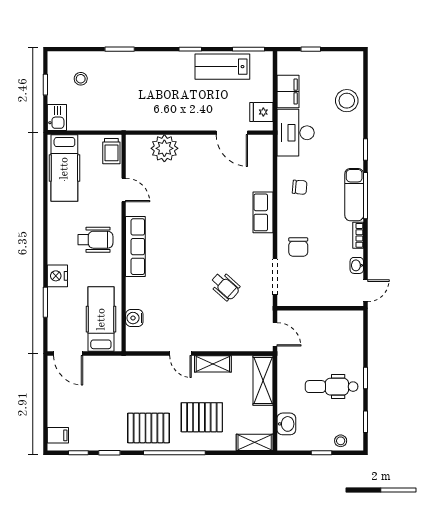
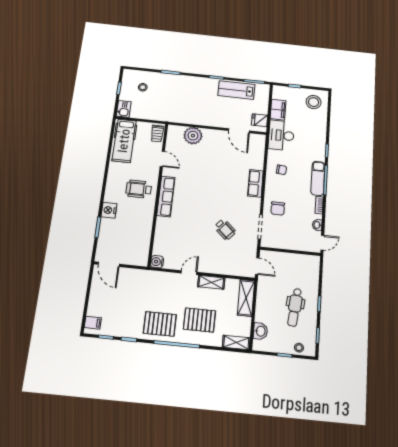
stool: (347, 101) -> (314, 102), moved
wheelchair: (95, 240) -> (139, 189), turned 180
water cooler: (134, 318) -> (157, 262), moved
hospital bed: (101, 319) -> (135, 243), removed
door: (180, 354) -> (189, 273), swing flipped
dental chair: (332, 387) -> (295, 307), turned -84

